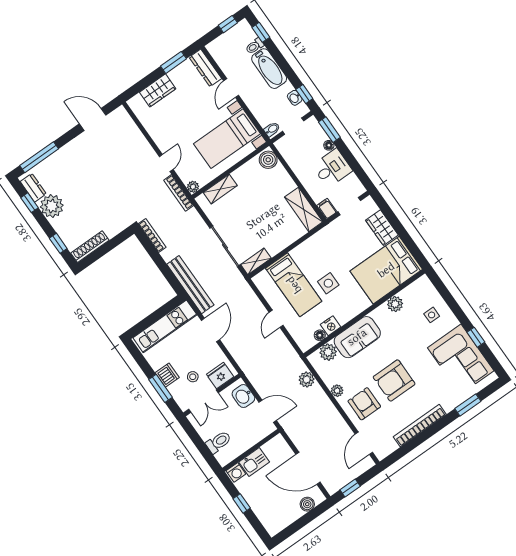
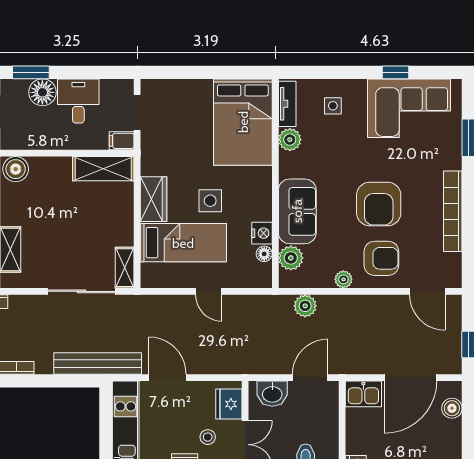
floor lamp: (329, 145) -> (42, 92), width x1.89, depth x1.89
wardrobe: (382, 228) -> (153, 199), moved, turned -90
tv unit: (414, 288) -> (287, 104), added
armchair: (364, 404) -> (381, 258), turned 180
kitchen sink: (254, 462) -> (363, 394), moved, turned 90

